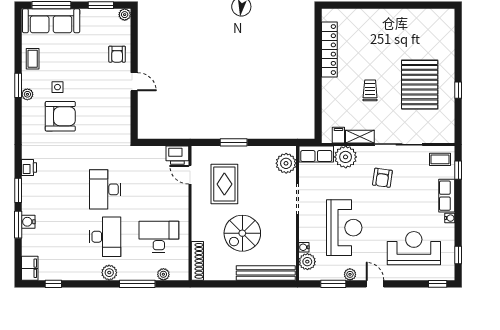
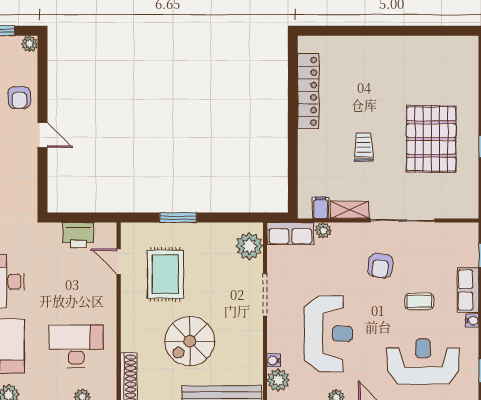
printer: (177, 155) -> (78, 235), moved
plant: (346, 157) -> (323, 230), width x0.53, depth x0.53
coffee table: (440, 159) -> (419, 301), moved

